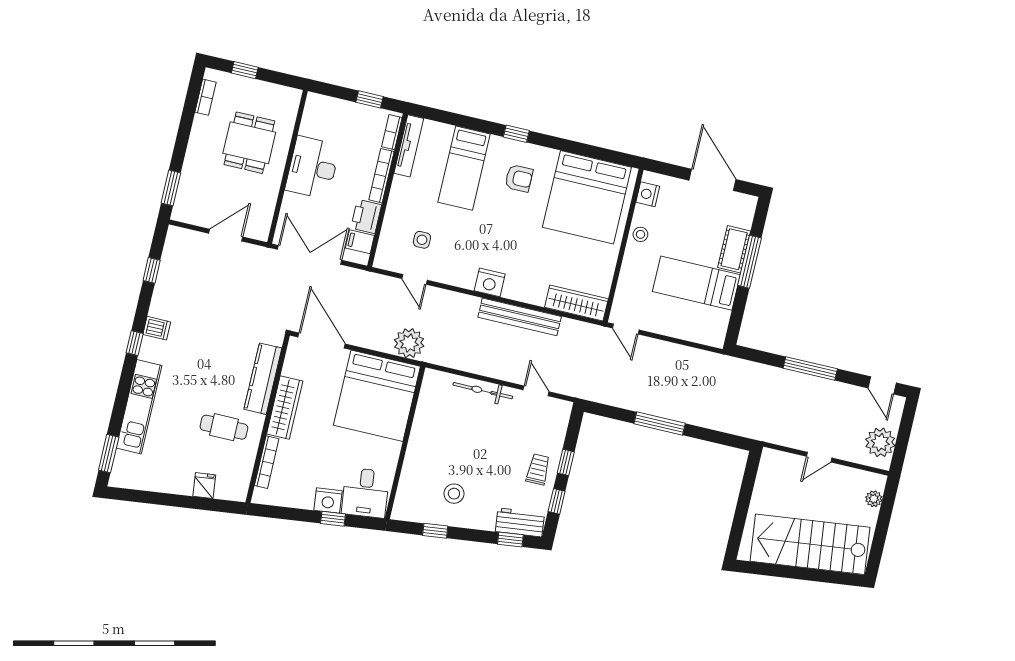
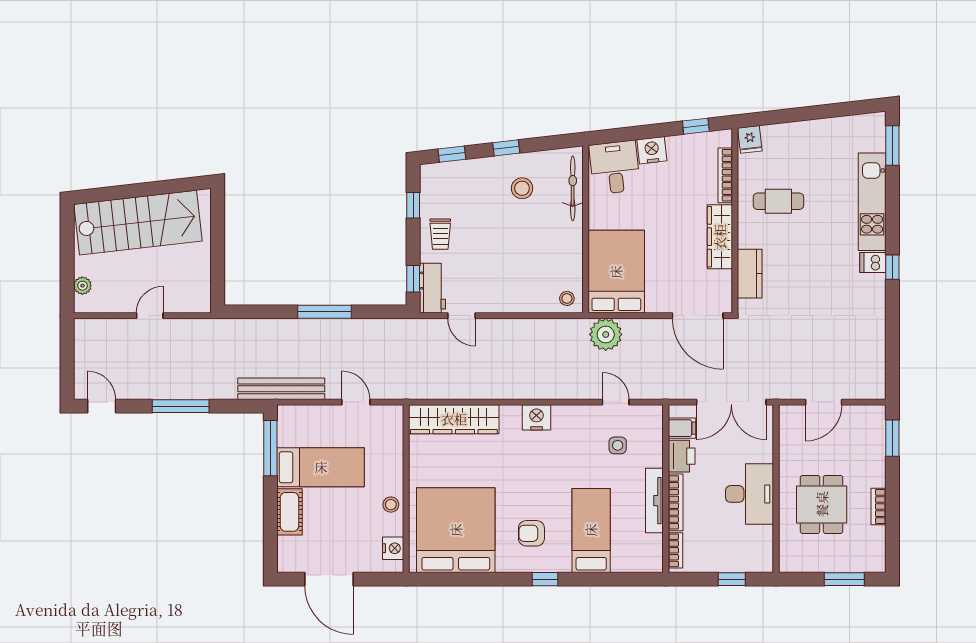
window: (245, 70) -> (844, 579), width x1.50
bookcase: (206, 97) -> (878, 507), moved
window: (370, 99) -> (732, 579), moved
tv unit: (409, 146) -> (654, 501), moved
window: (750, 262) -> (270, 448), moved
window: (152, 270) -> (892, 347), removed
wardrobe: (576, 303) -> (454, 419), width x1.40, depth x1.17
bench: (520, 317) -> (281, 389), moved
dishwasher: (157, 328) -> (873, 262), moved
door: (626, 329) -> (356, 402), moved
kitchen counter: (263, 379) -> (750, 274), width x0.67
stool: (437, 384) -> (567, 298), added
bicycle: (483, 391) -> (573, 188), moved, turned -90
bed: (377, 396) -> (616, 272), width x0.73
plant: (880, 442) -> (90, 346), removed
window: (566, 462) -> (413, 279), moved
fridge: (204, 486) -> (750, 139), moved
window: (333, 519) -> (696, 126), moved
workbench: (520, 522) -> (432, 288), moved, turned -83
window: (435, 531) -> (506, 148), moved

